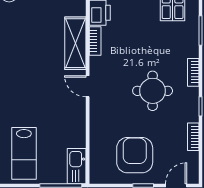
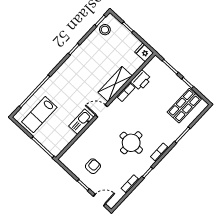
door: (88, 86) -> (101, 111), hinge flipped
armchair: (135, 155) -> (93, 166), width x0.53, depth x0.53
kitchen sink: (77, 166) -> (81, 122), moved

